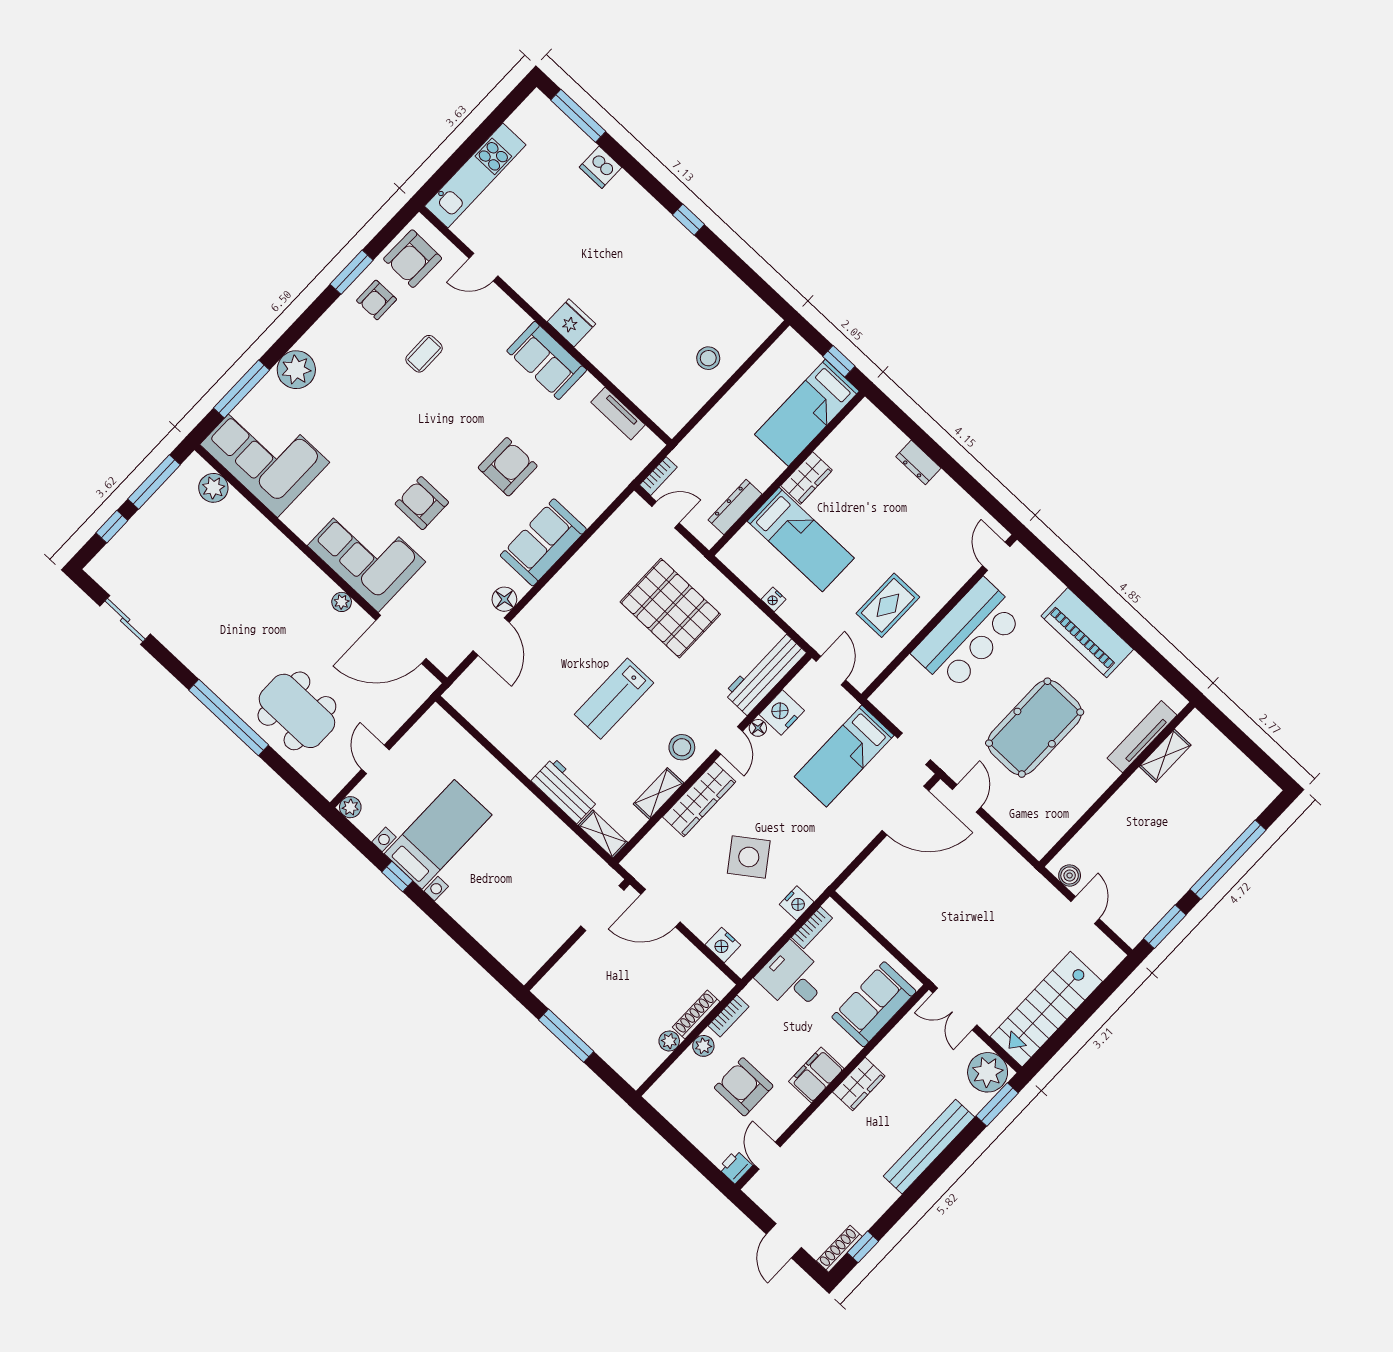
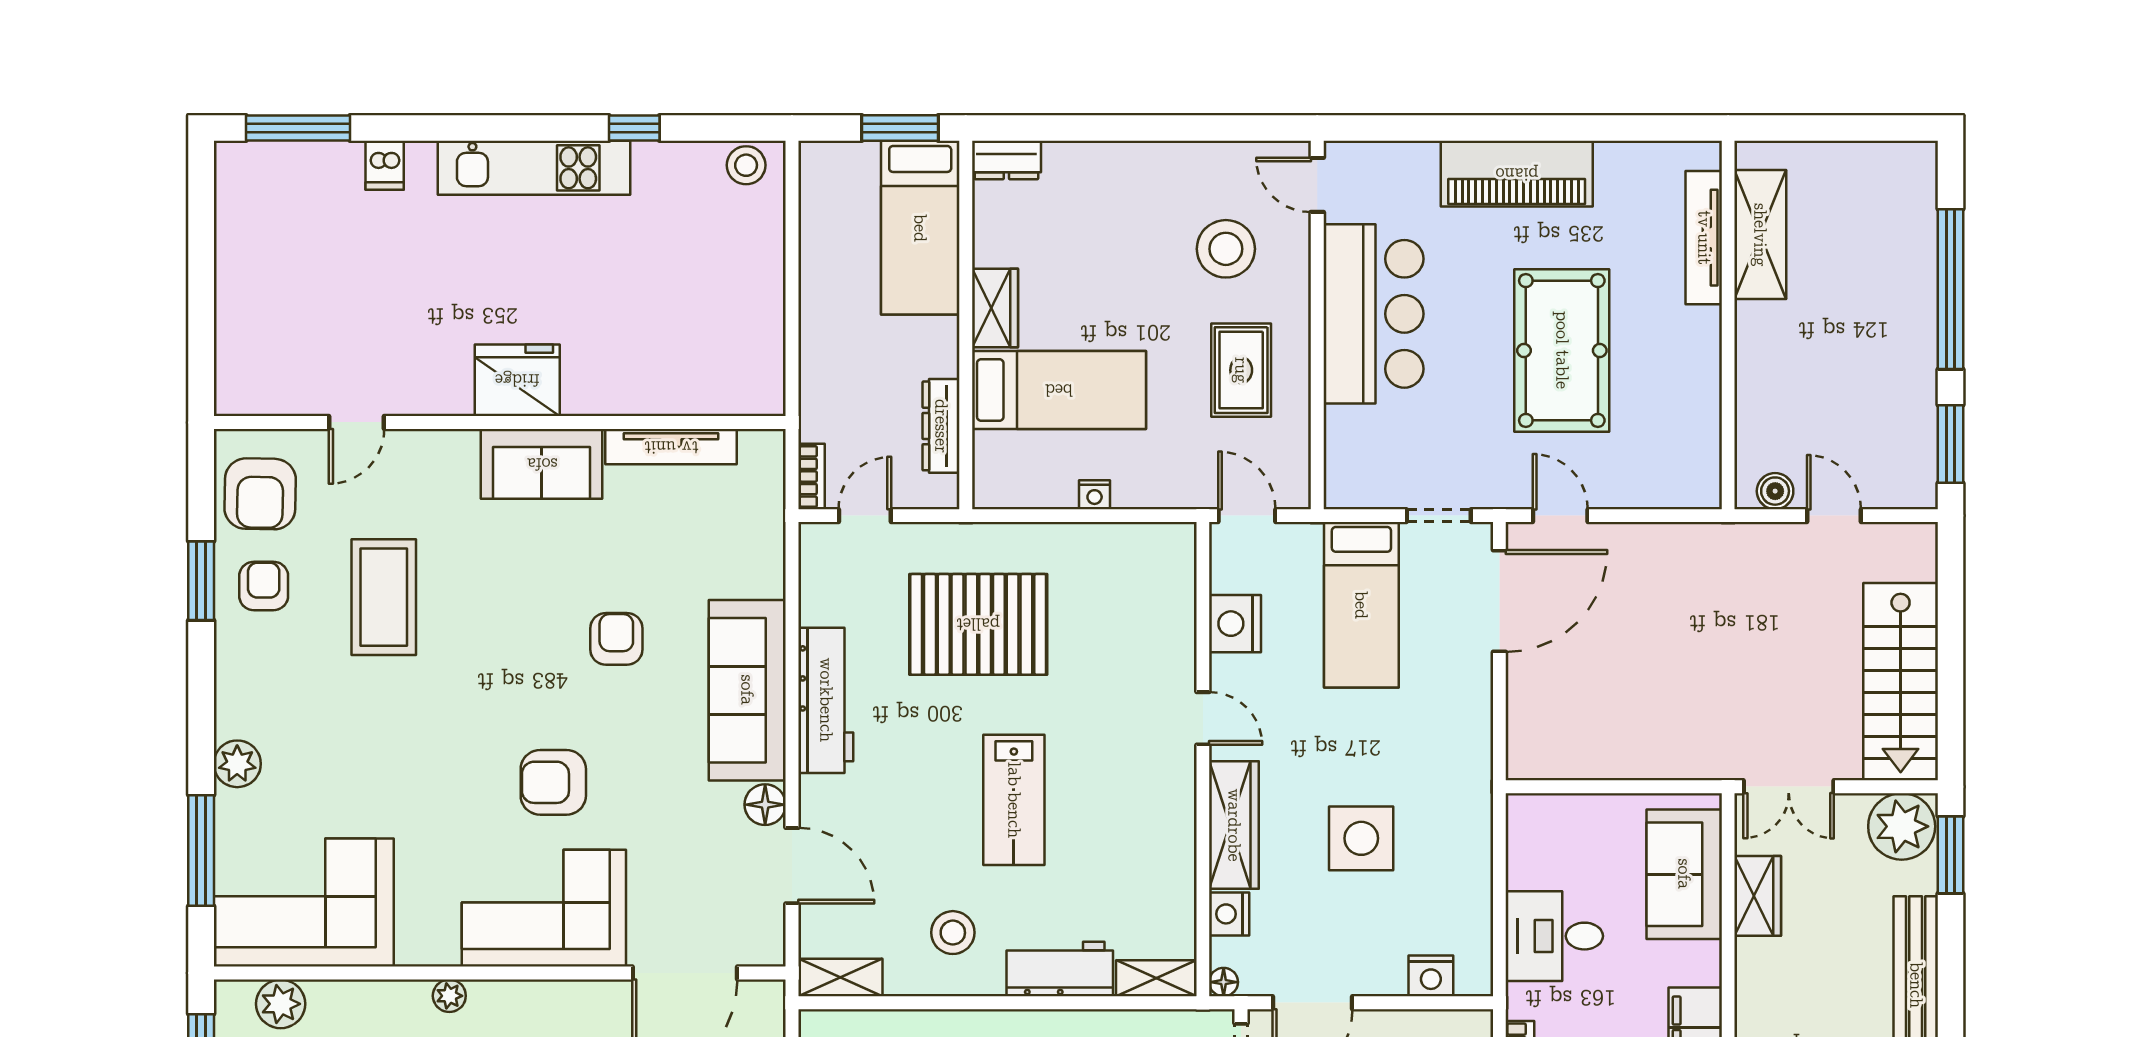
dishwasher: (601, 167) -> (385, 165), width x0.73
kitchen unit: (475, 175) -> (534, 168), moved, turned 90
window: (688, 220) -> (634, 128), moved
armchair: (377, 300) -> (264, 586), turned 180
fridge: (571, 323) -> (517, 380), width x1.36, depth x1.34
coffee table: (424, 354) -> (384, 597), width x1.86, depth x1.72
stool: (708, 358) -> (746, 165), moved
window: (839, 361) -> (900, 128), width x1.50
plant: (296, 370) -> (237, 764), width x0.73, depth x0.73
tv unit: (618, 414) -> (671, 447), width x1.41
dresser: (918, 462) -> (1006, 160), moved
armchair: (508, 467) -> (616, 639), width x0.72, depth x0.72
sofa: (543, 542) -> (747, 690), width x1.36
stool: (931, 547) -> (1226, 249), added
plant: (342, 602) -> (449, 996), moved
workbench: (765, 673) -> (826, 700), moved, turned 180
floor lamp: (758, 728) -> (1224, 982), moved
stool: (682, 747) -> (953, 933), moved
shelving: (1165, 756) -> (1760, 235), width x1.50, depth x1.33
shelving: (659, 793) -> (840, 977), moved, turned 90
side table: (749, 857) -> (1361, 838), turned 36
nightstand: (797, 903) -> (1229, 914), moved, turned 180
bookcase: (812, 928) -> (1520, 852), removed
wardrobe: (859, 1084) -> (1758, 896), moved

